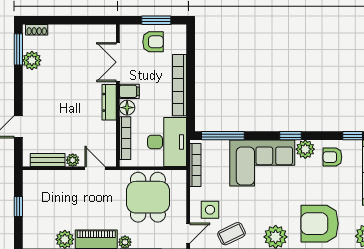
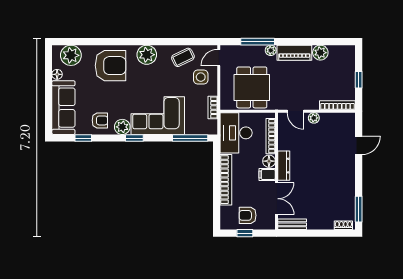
window: (156, 20) -> (245, 233), width x0.67
plant: (32, 60) -> (347, 200), removed
bench: (48, 160) -> (292, 224), moved
bookcase: (195, 165) -> (213, 107), width x0.64
bookcase: (44, 175) -> (337, 105), added

